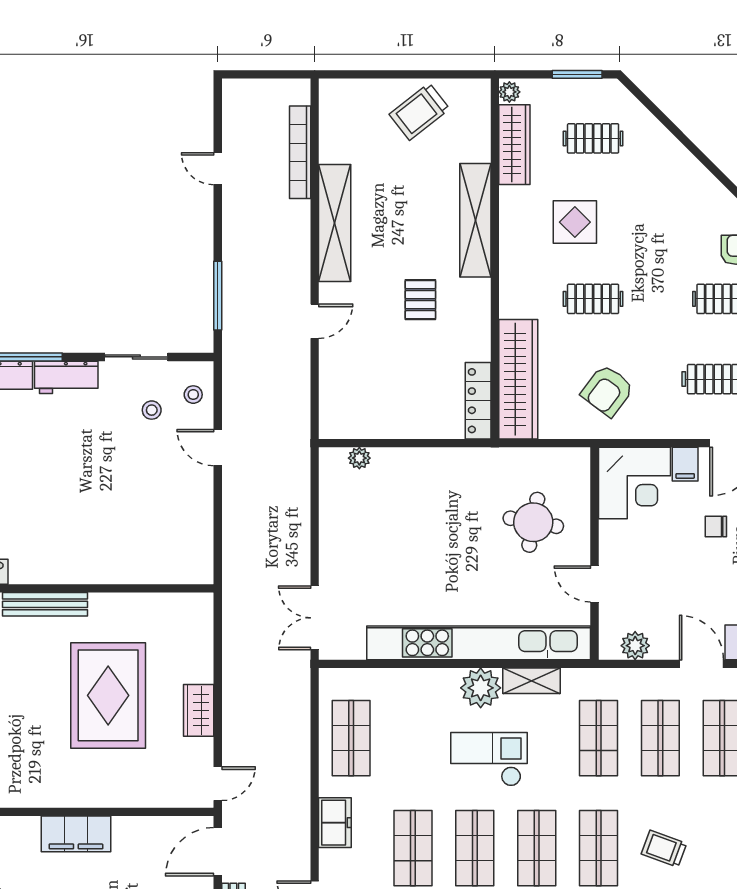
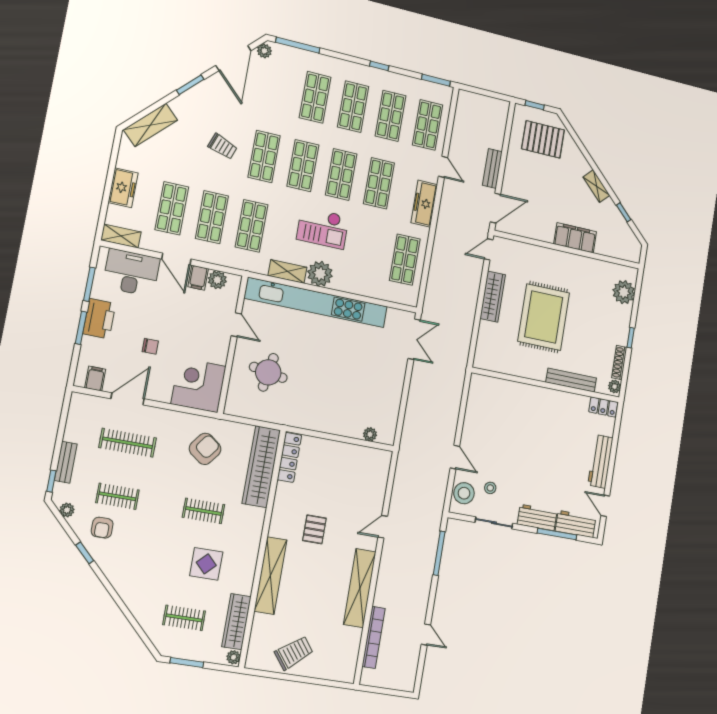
stool: (193, 395) -> (464, 493), width x1.89, depth x1.89
filing cabinet: (685, 464) -> (198, 278), moved, turned 180
wardrobe: (199, 710) -> (493, 297), width x1.50
freezer: (335, 823) -> (424, 204), width x1.40

